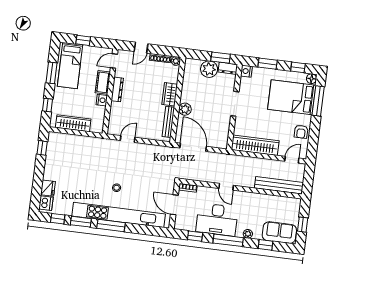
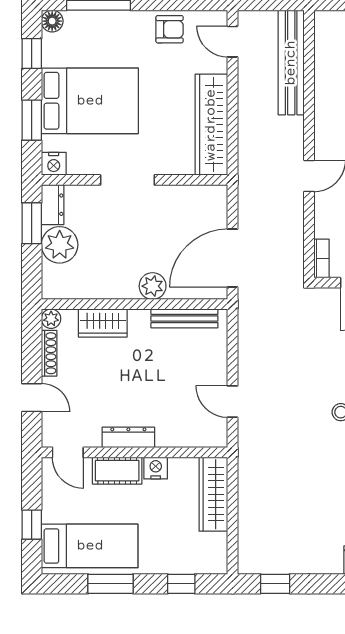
wardrobe: (170, 94) -> (103, 323), moved
bed: (292, 97) -> (90, 101), moved, turned -90
wardrobe: (73, 123) -> (213, 494), moved

